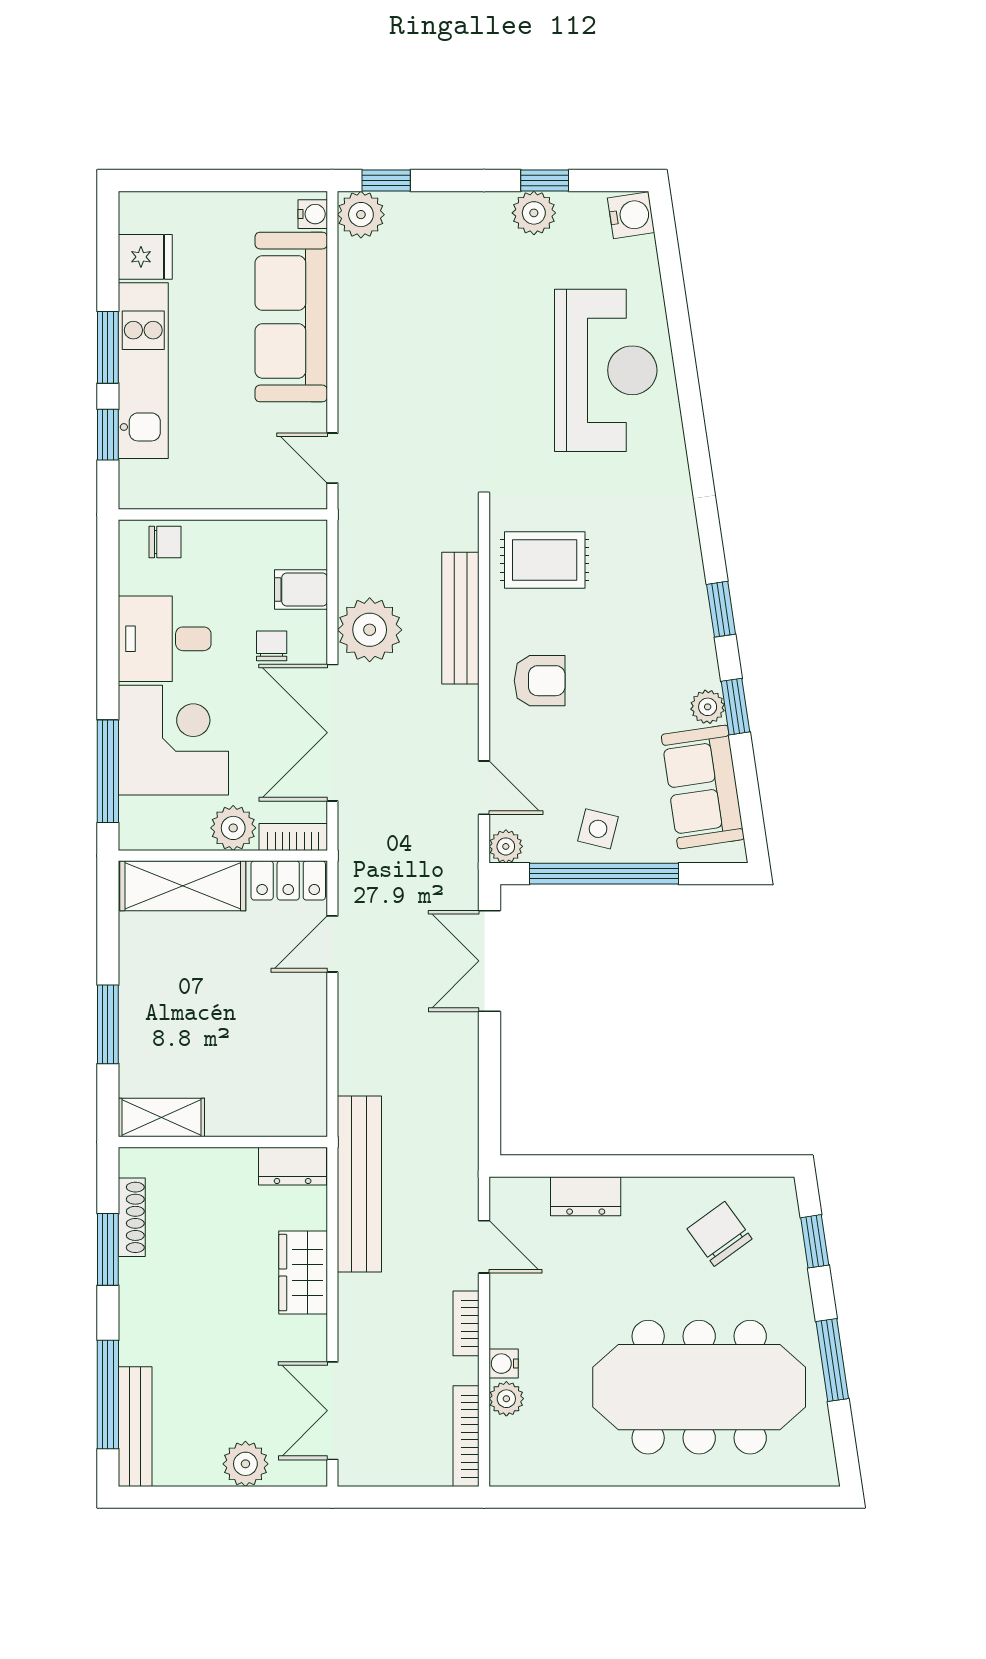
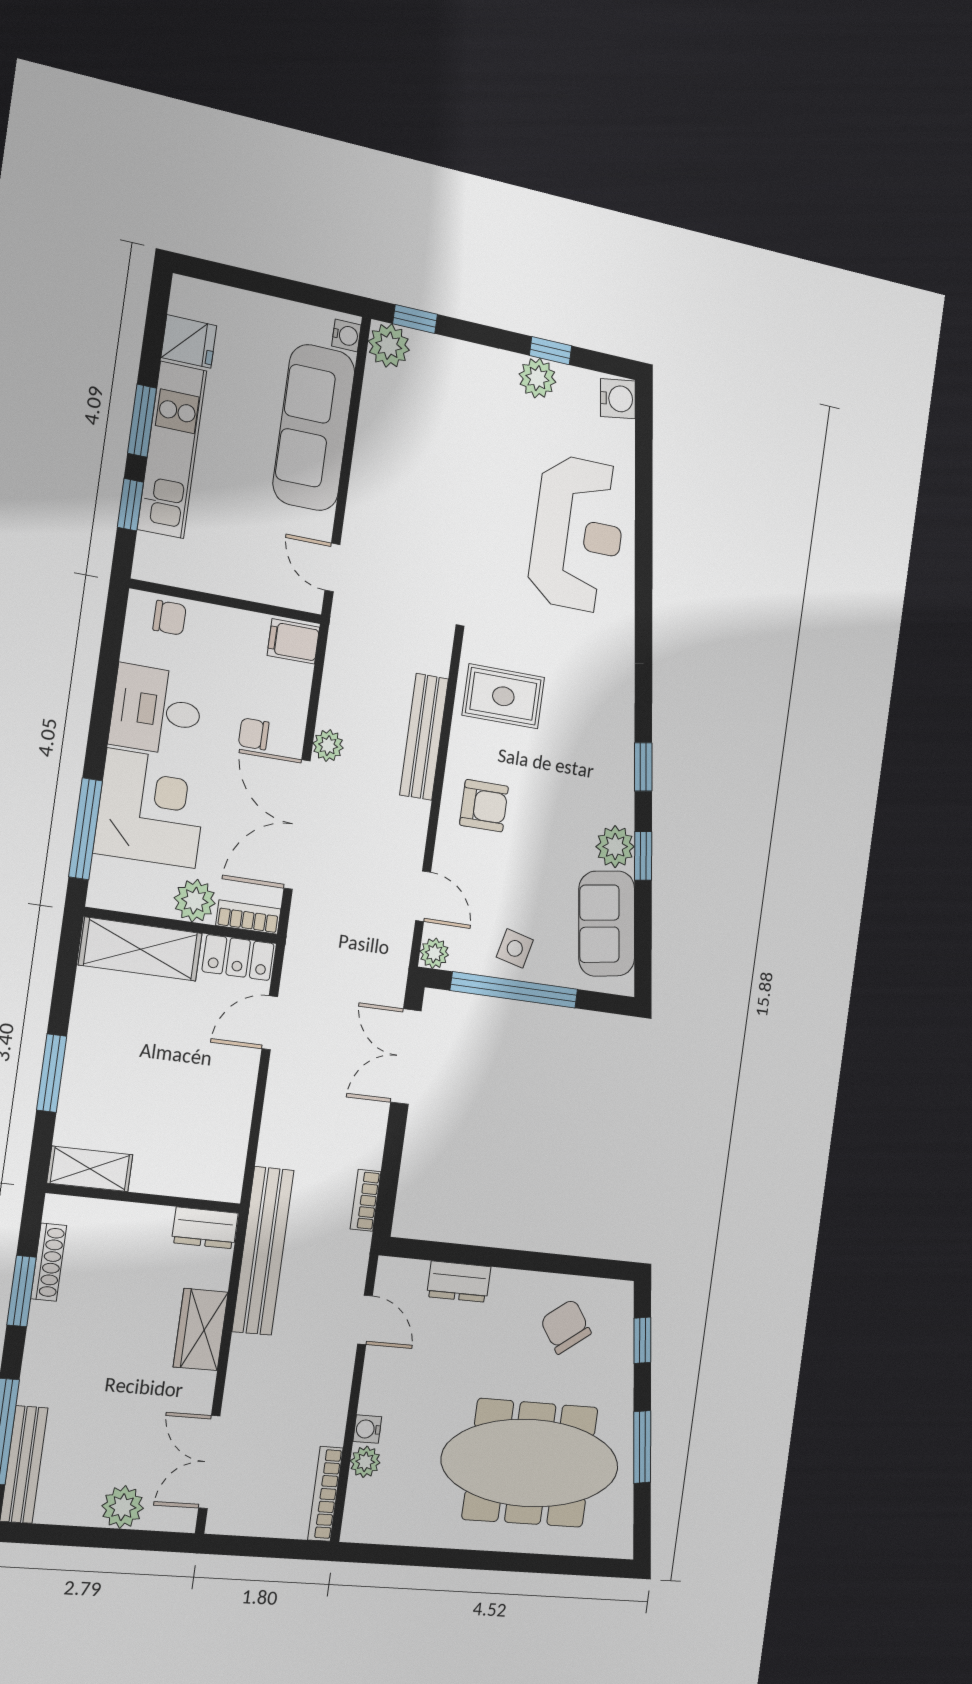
filing cabinet: (301, 589) -> (293, 641), moved
plant: (370, 630) -> (328, 746), width x0.53, depth x0.53
chair: (272, 646) -> (254, 734), turned -90
plant: (708, 707) -> (615, 847), width x1.38, depth x1.38
bookcase: (466, 1323) -> (365, 1200), moved

